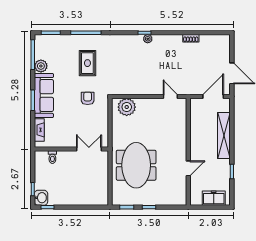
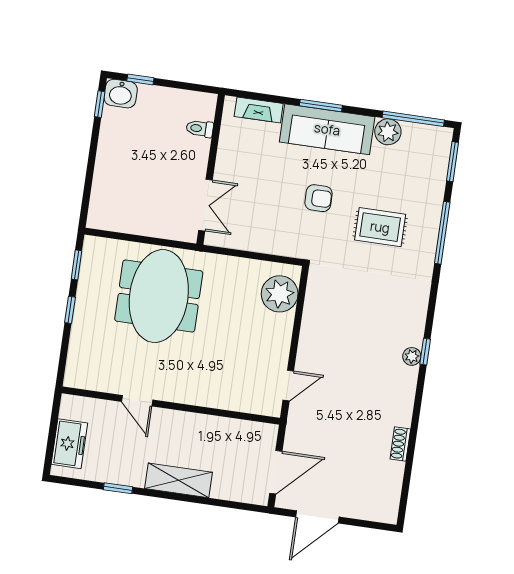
door: (213, 96) -> (276, 472), hinge flipped
armchair: (88, 98) -> (318, 198), moved
shelving: (224, 136) -> (178, 480), width x0.68
meeting table: (136, 165) -> (159, 296), turned 90

